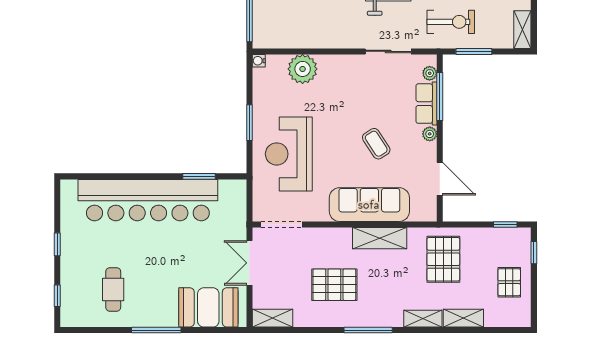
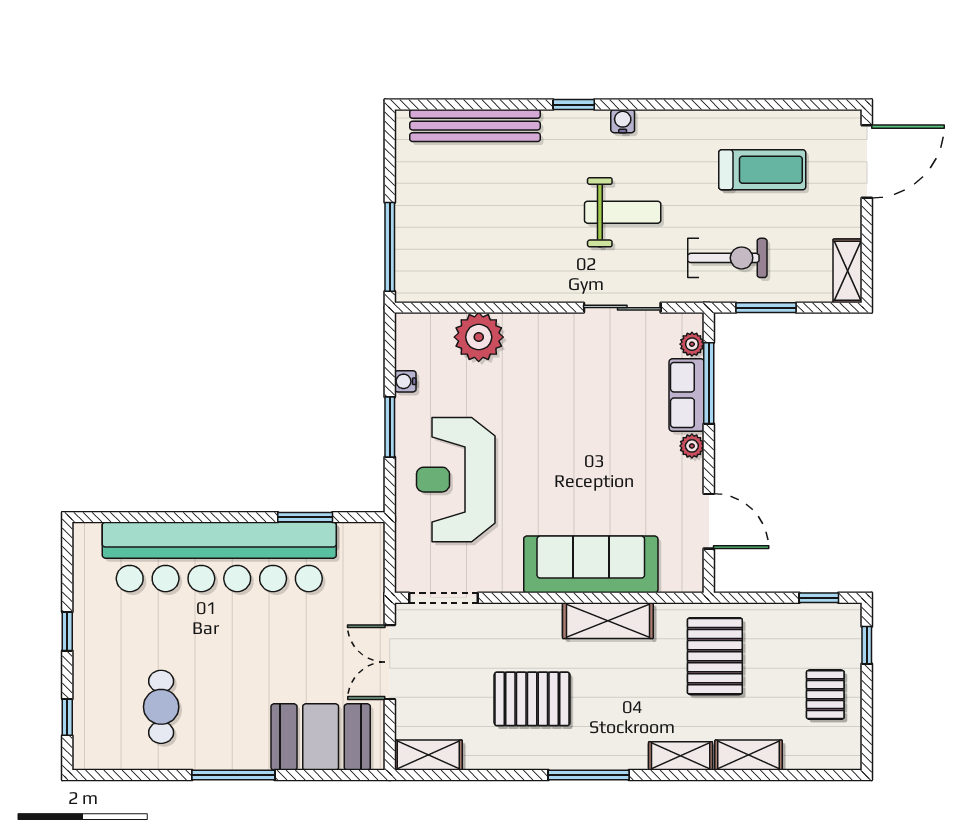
water cooler: (259, 61) -> (405, 381), moved
coffee table: (376, 144) -> (602, 462), removed

